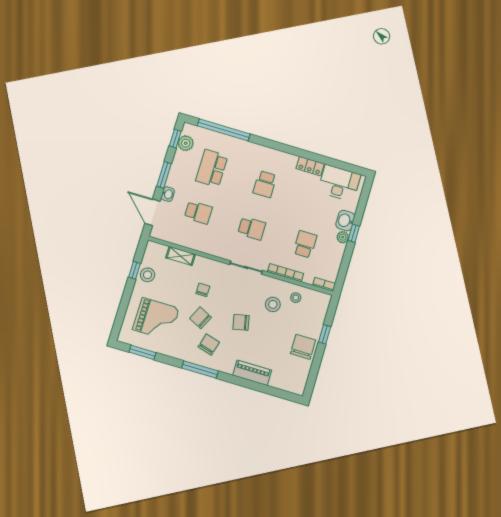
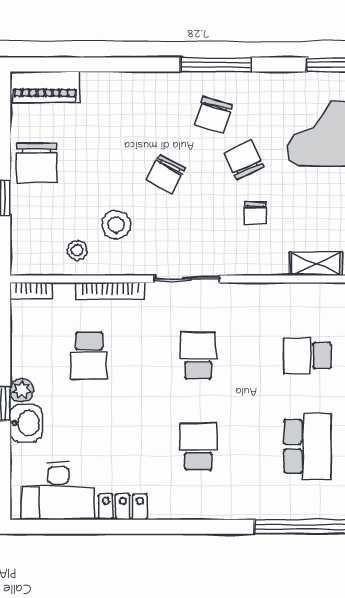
school desk: (252, 228) -> (198, 356), turned 90
chair: (200, 318) -> (244, 160), turned -141
chair: (241, 322) -> (166, 174), turned 130
piano: (252, 373) -> (45, 87), moved

